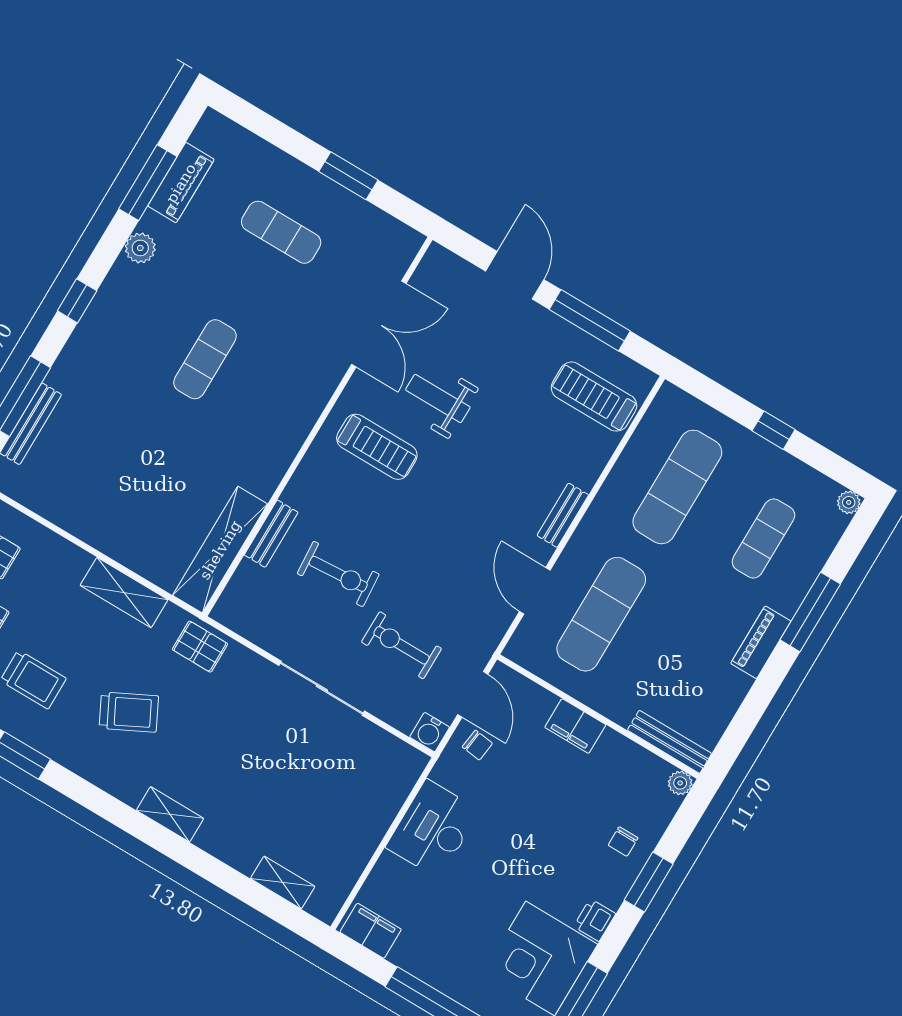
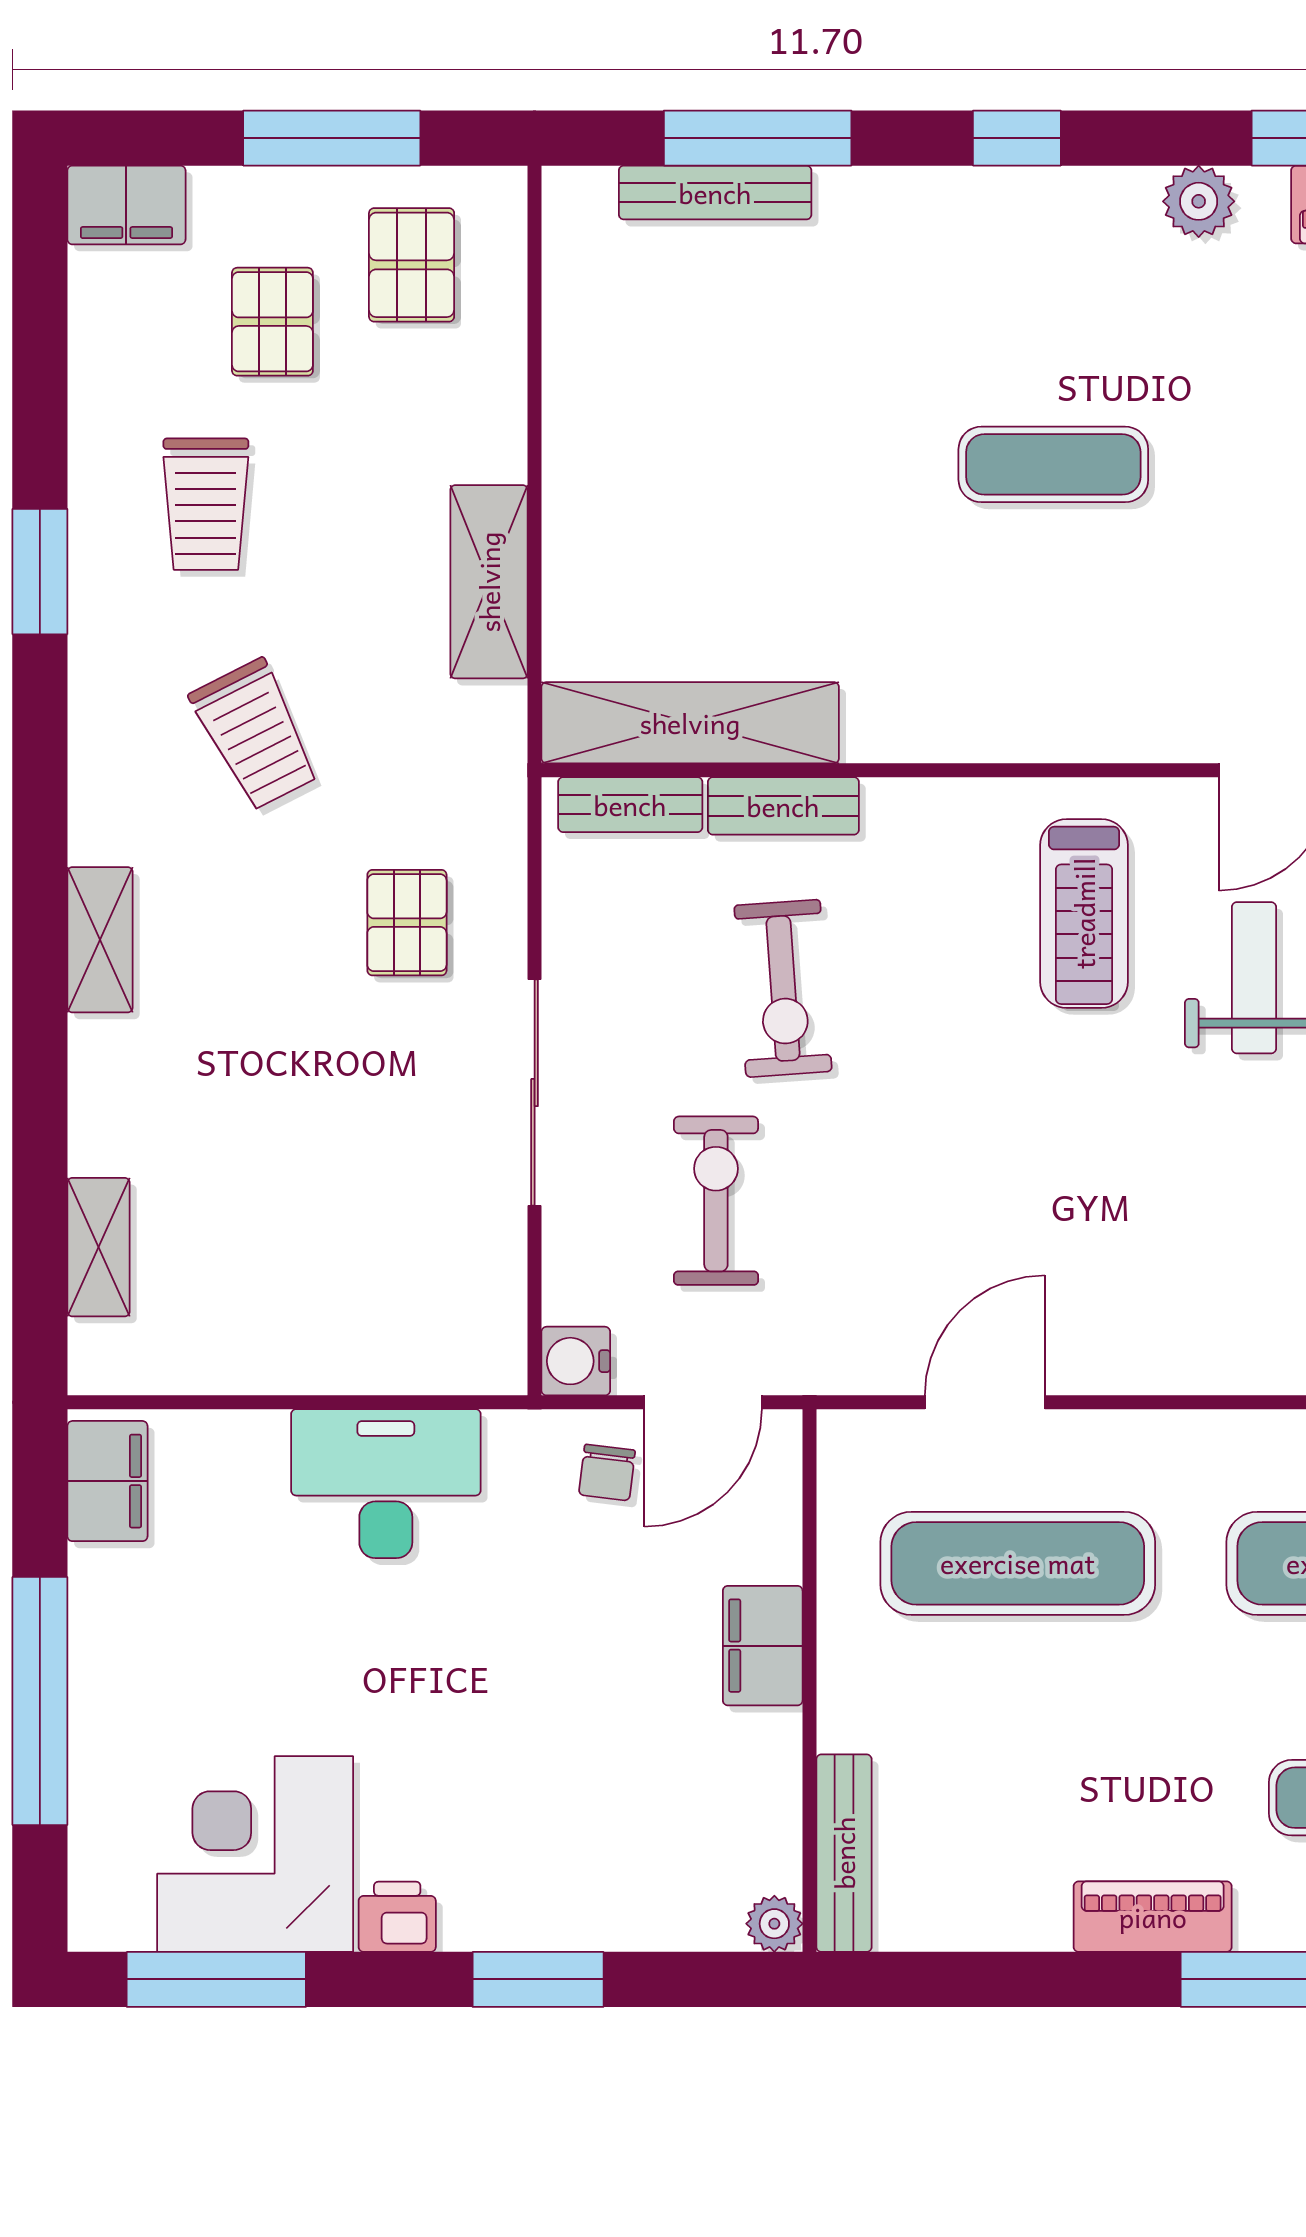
bench: (563, 515) -> (630, 805), moved
pallet: (200, 647) -> (407, 923), moved
chair: (623, 842) -> (589, 1880), removed

